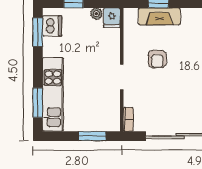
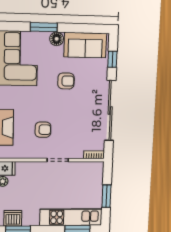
window: (92, 136) -> (106, 196), moved

